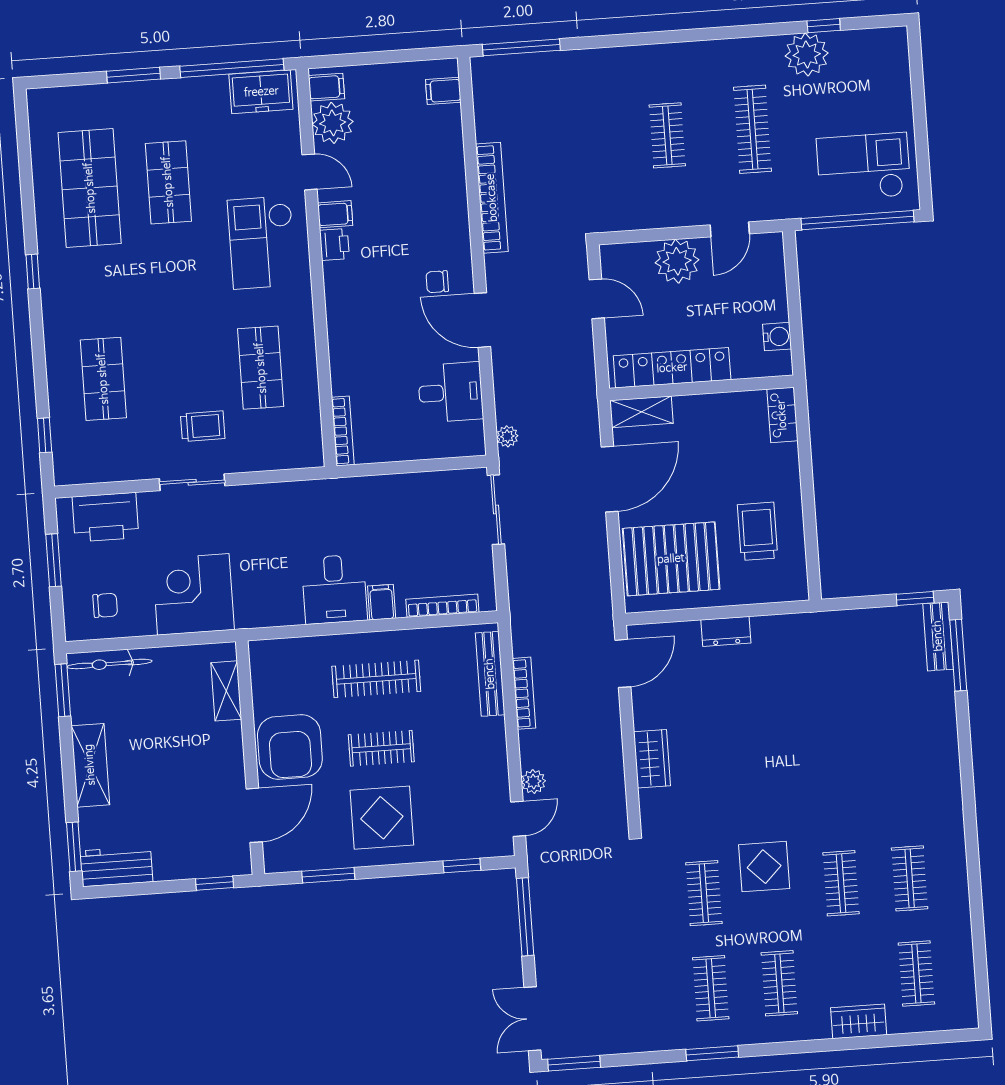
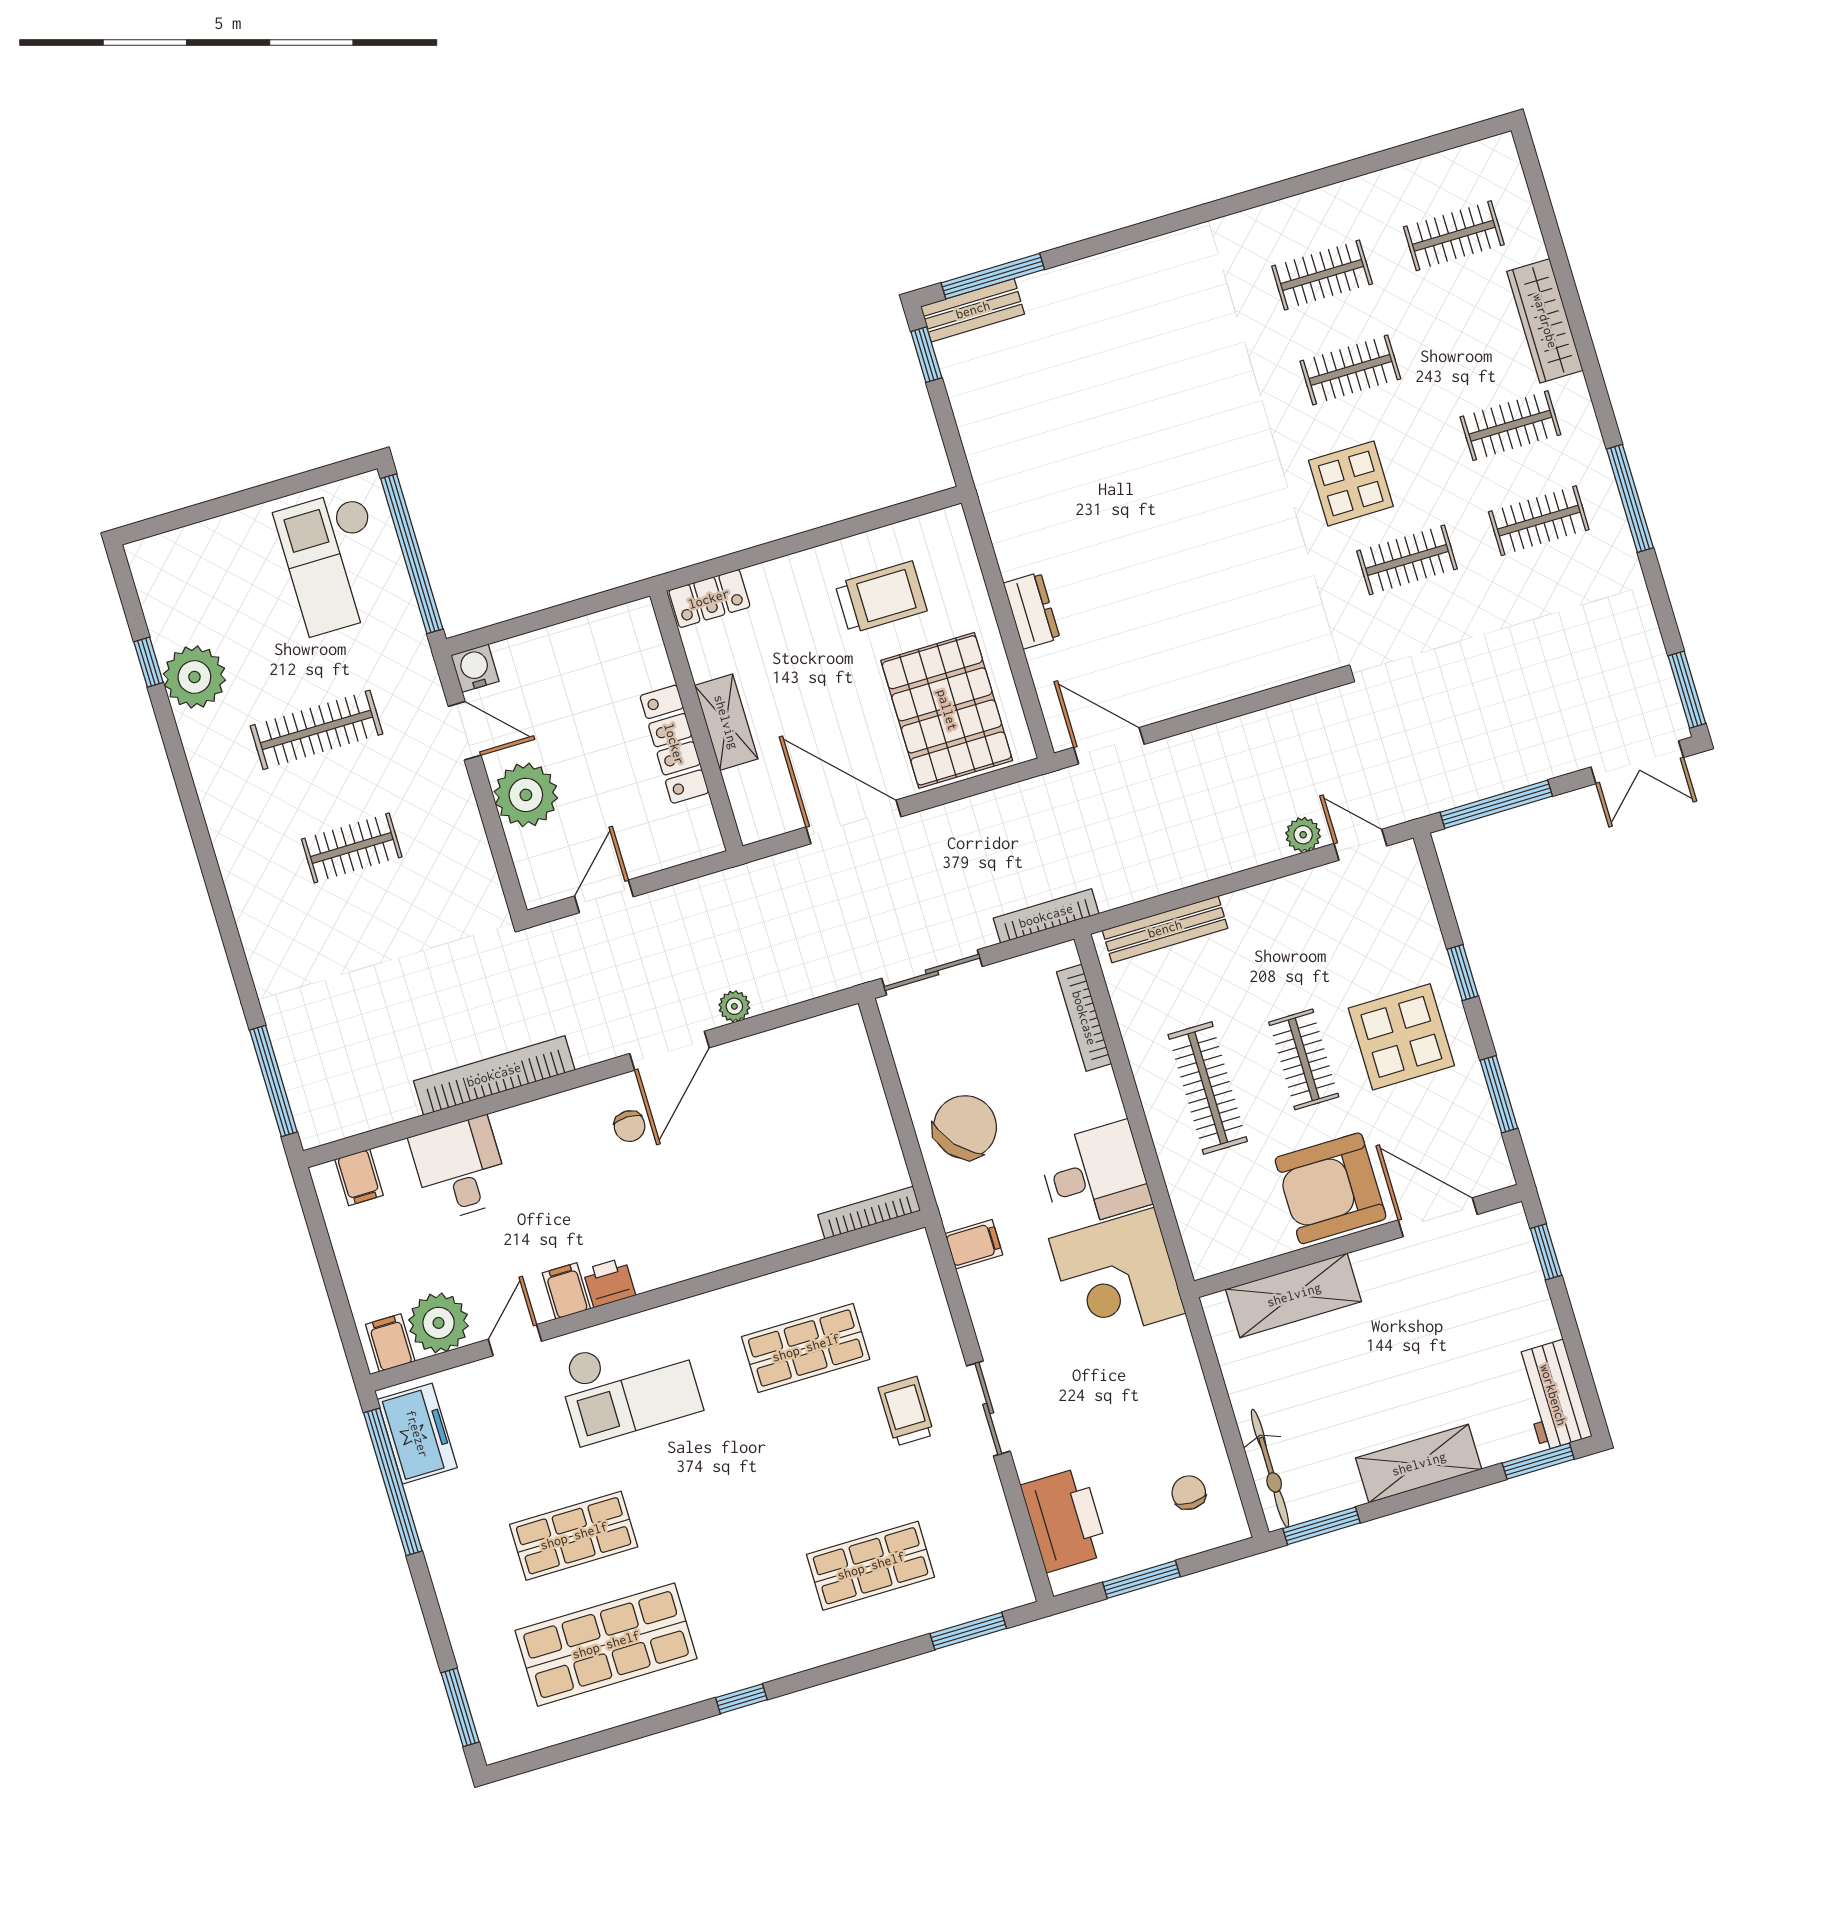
window: (133, 75) -> (460, 1707), moved
water cooler: (777, 337) -> (475, 668), moved
locker: (672, 368) -> (674, 744), width x0.71, depth x0.83
desk: (450, 392) -> (460, 1169), moved
shelving: (641, 412) -> (726, 722), moved
window: (45, 435) -> (968, 1631), width x1.50
plant: (507, 436) -> (734, 1006), moved
chair: (386, 509) -> (965, 1127), added
trolley: (758, 531) -> (881, 597), turned 180
corner desk: (193, 594) -> (1117, 1276), moved
filing cabinet: (382, 602) -> (974, 1244), moved, turned 180
shelving: (226, 691) -> (1294, 1295), width x1.50, depth x1.33
bookcase: (524, 693) -> (1046, 916), moved
armchair: (290, 747) -> (1331, 1188), turned 180
wardrobe: (652, 759) -> (1234, 675), removed
window: (462, 866) -> (1463, 973), moved
wardrobe: (859, 1021) -> (1545, 321), width x1.50
window: (712, 1053) -> (1630, 498), width x1.44

